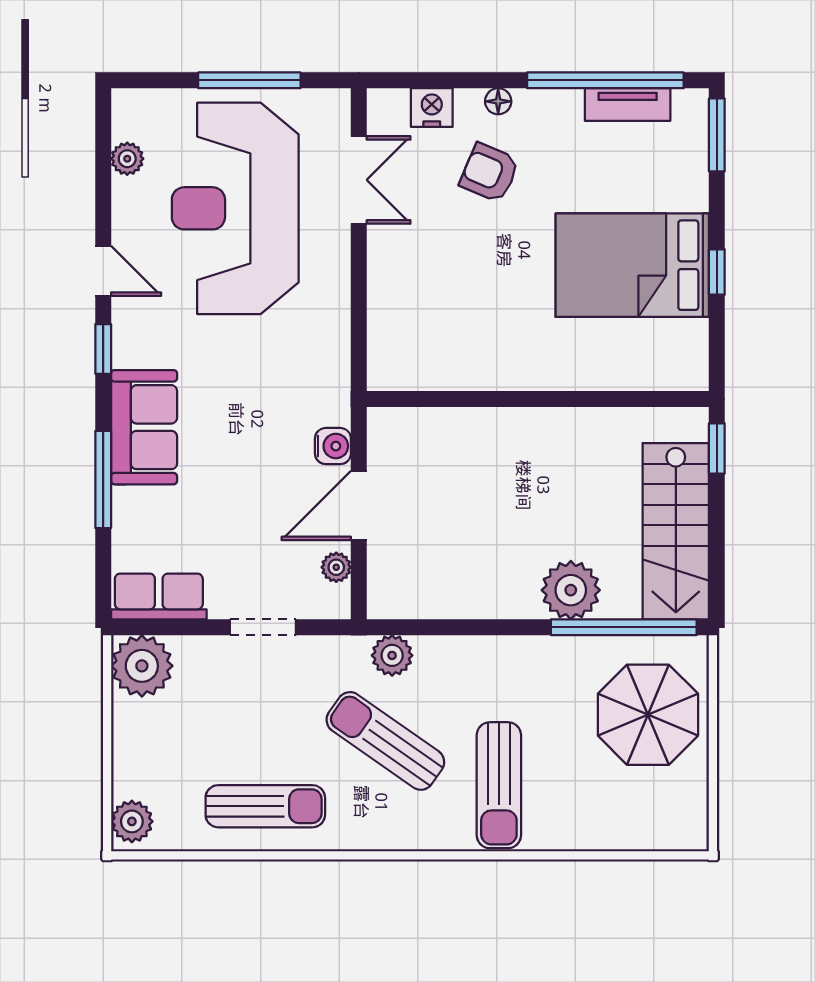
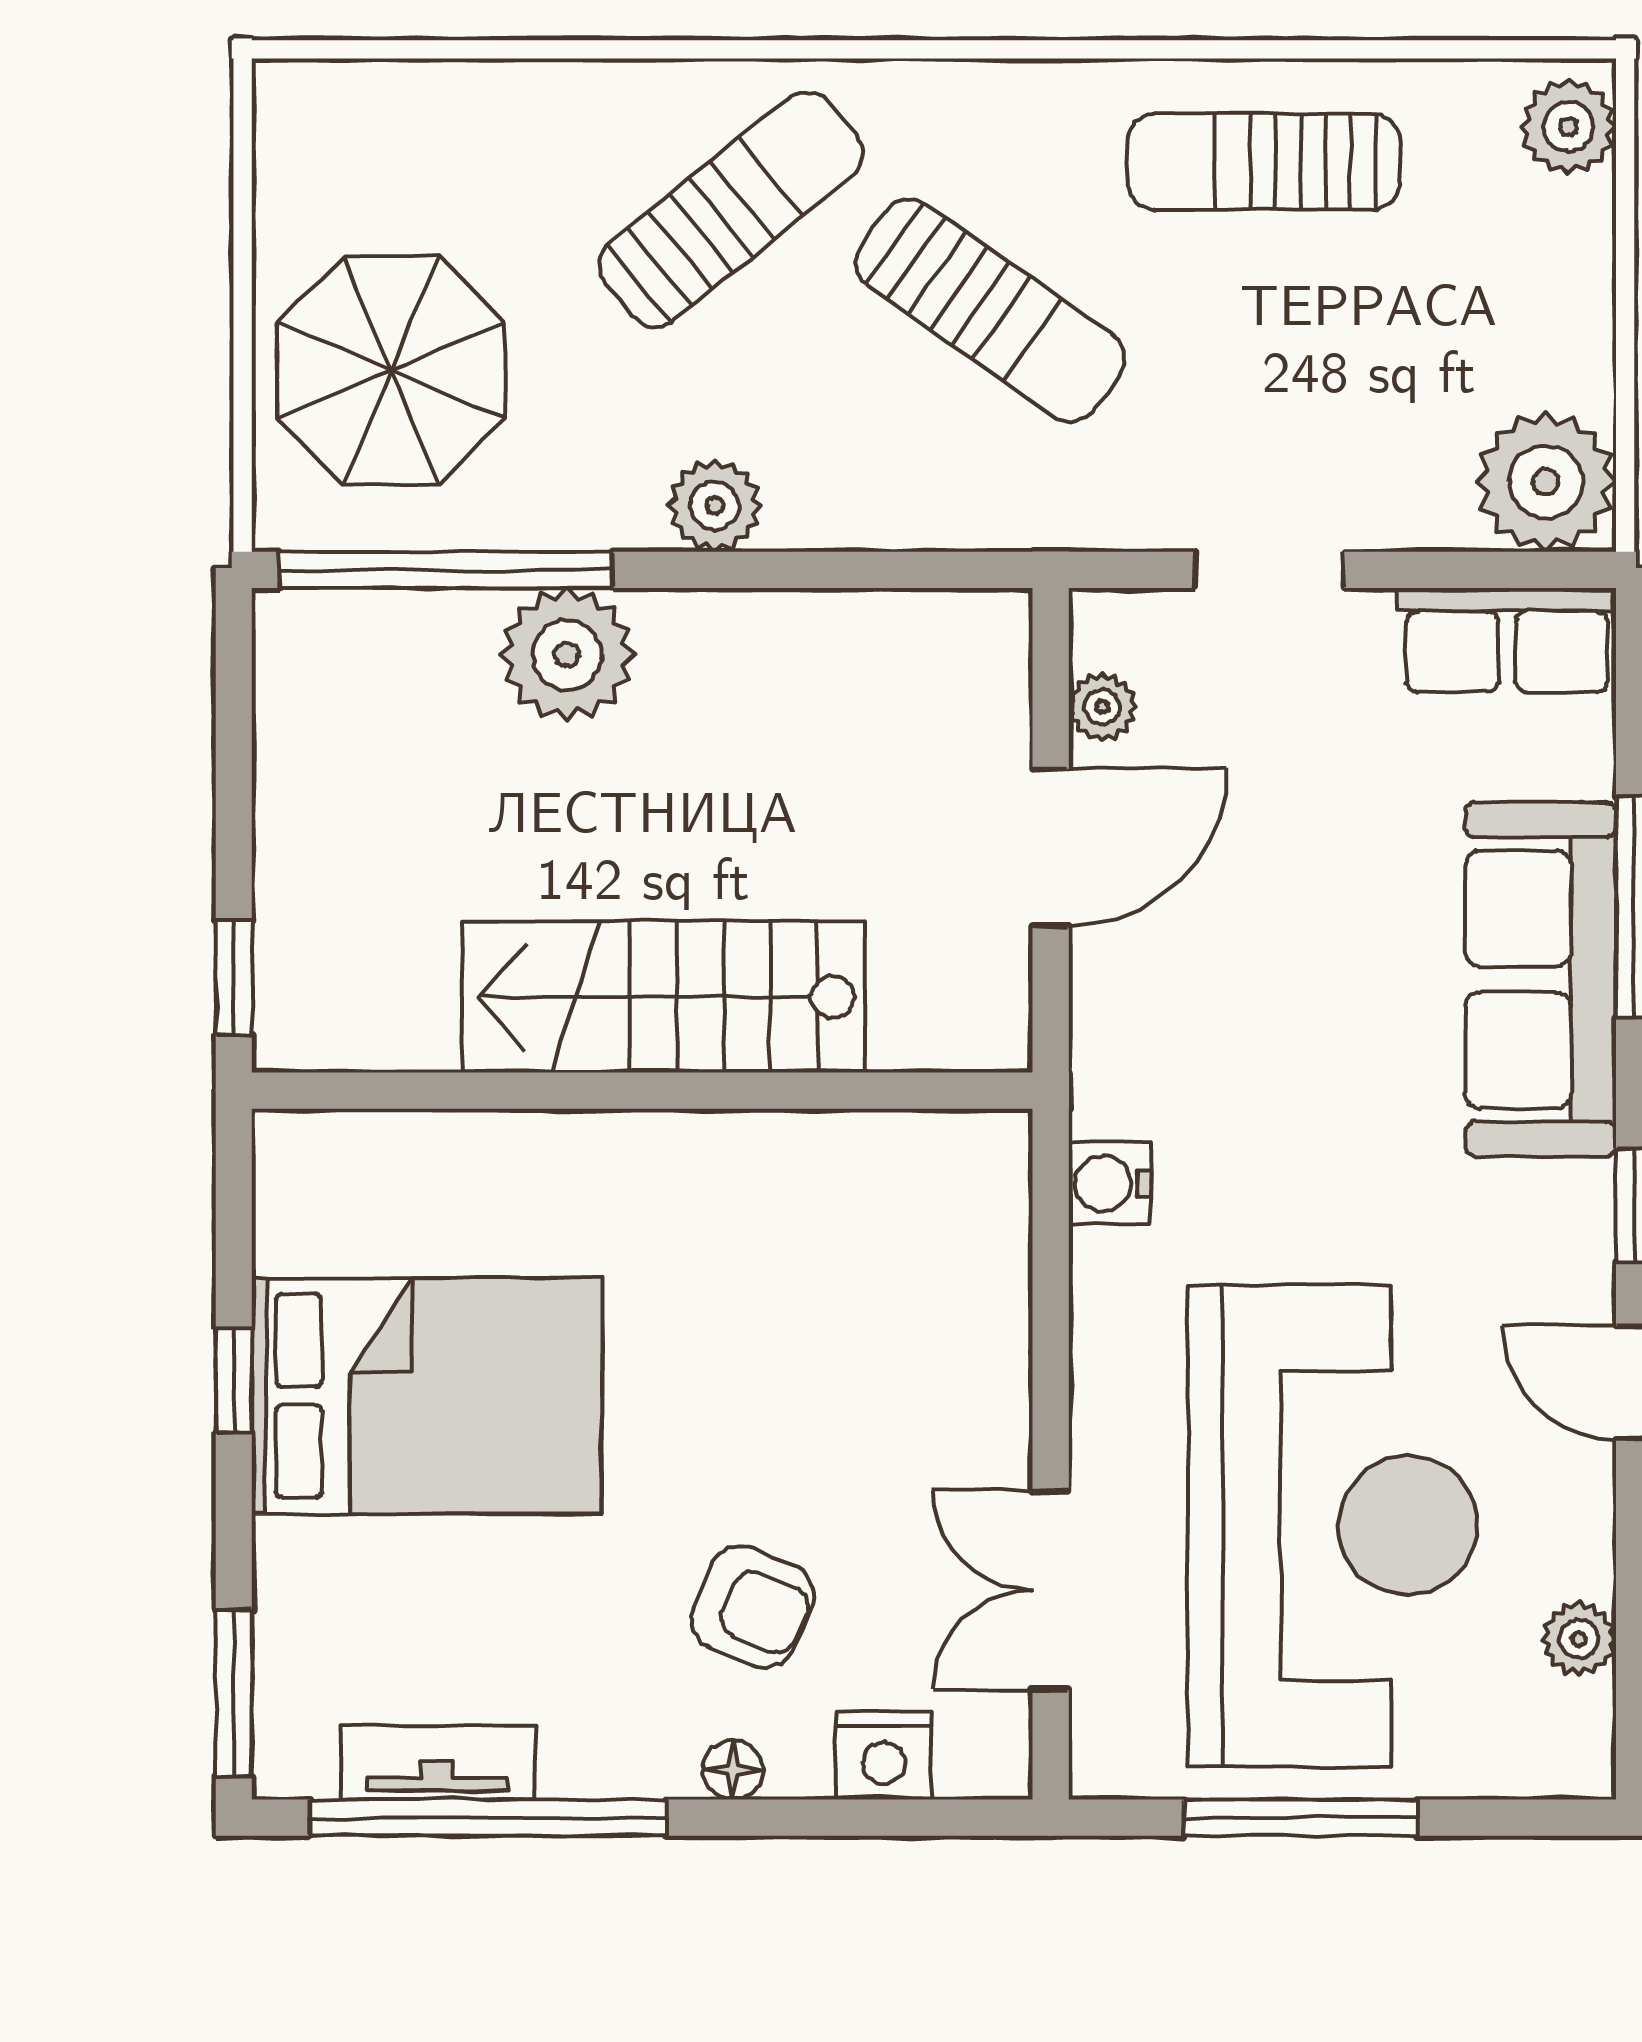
sofa: (144, 427) -> (1541, 979), width x1.36
water cooler: (333, 446) -> (1110, 1183), moved
stairs: (676, 531) -> (664, 997), moved, turned -90
plant: (392, 655) -> (715, 506), moved
sun lounger: (499, 785) -> (731, 209), turned 51

